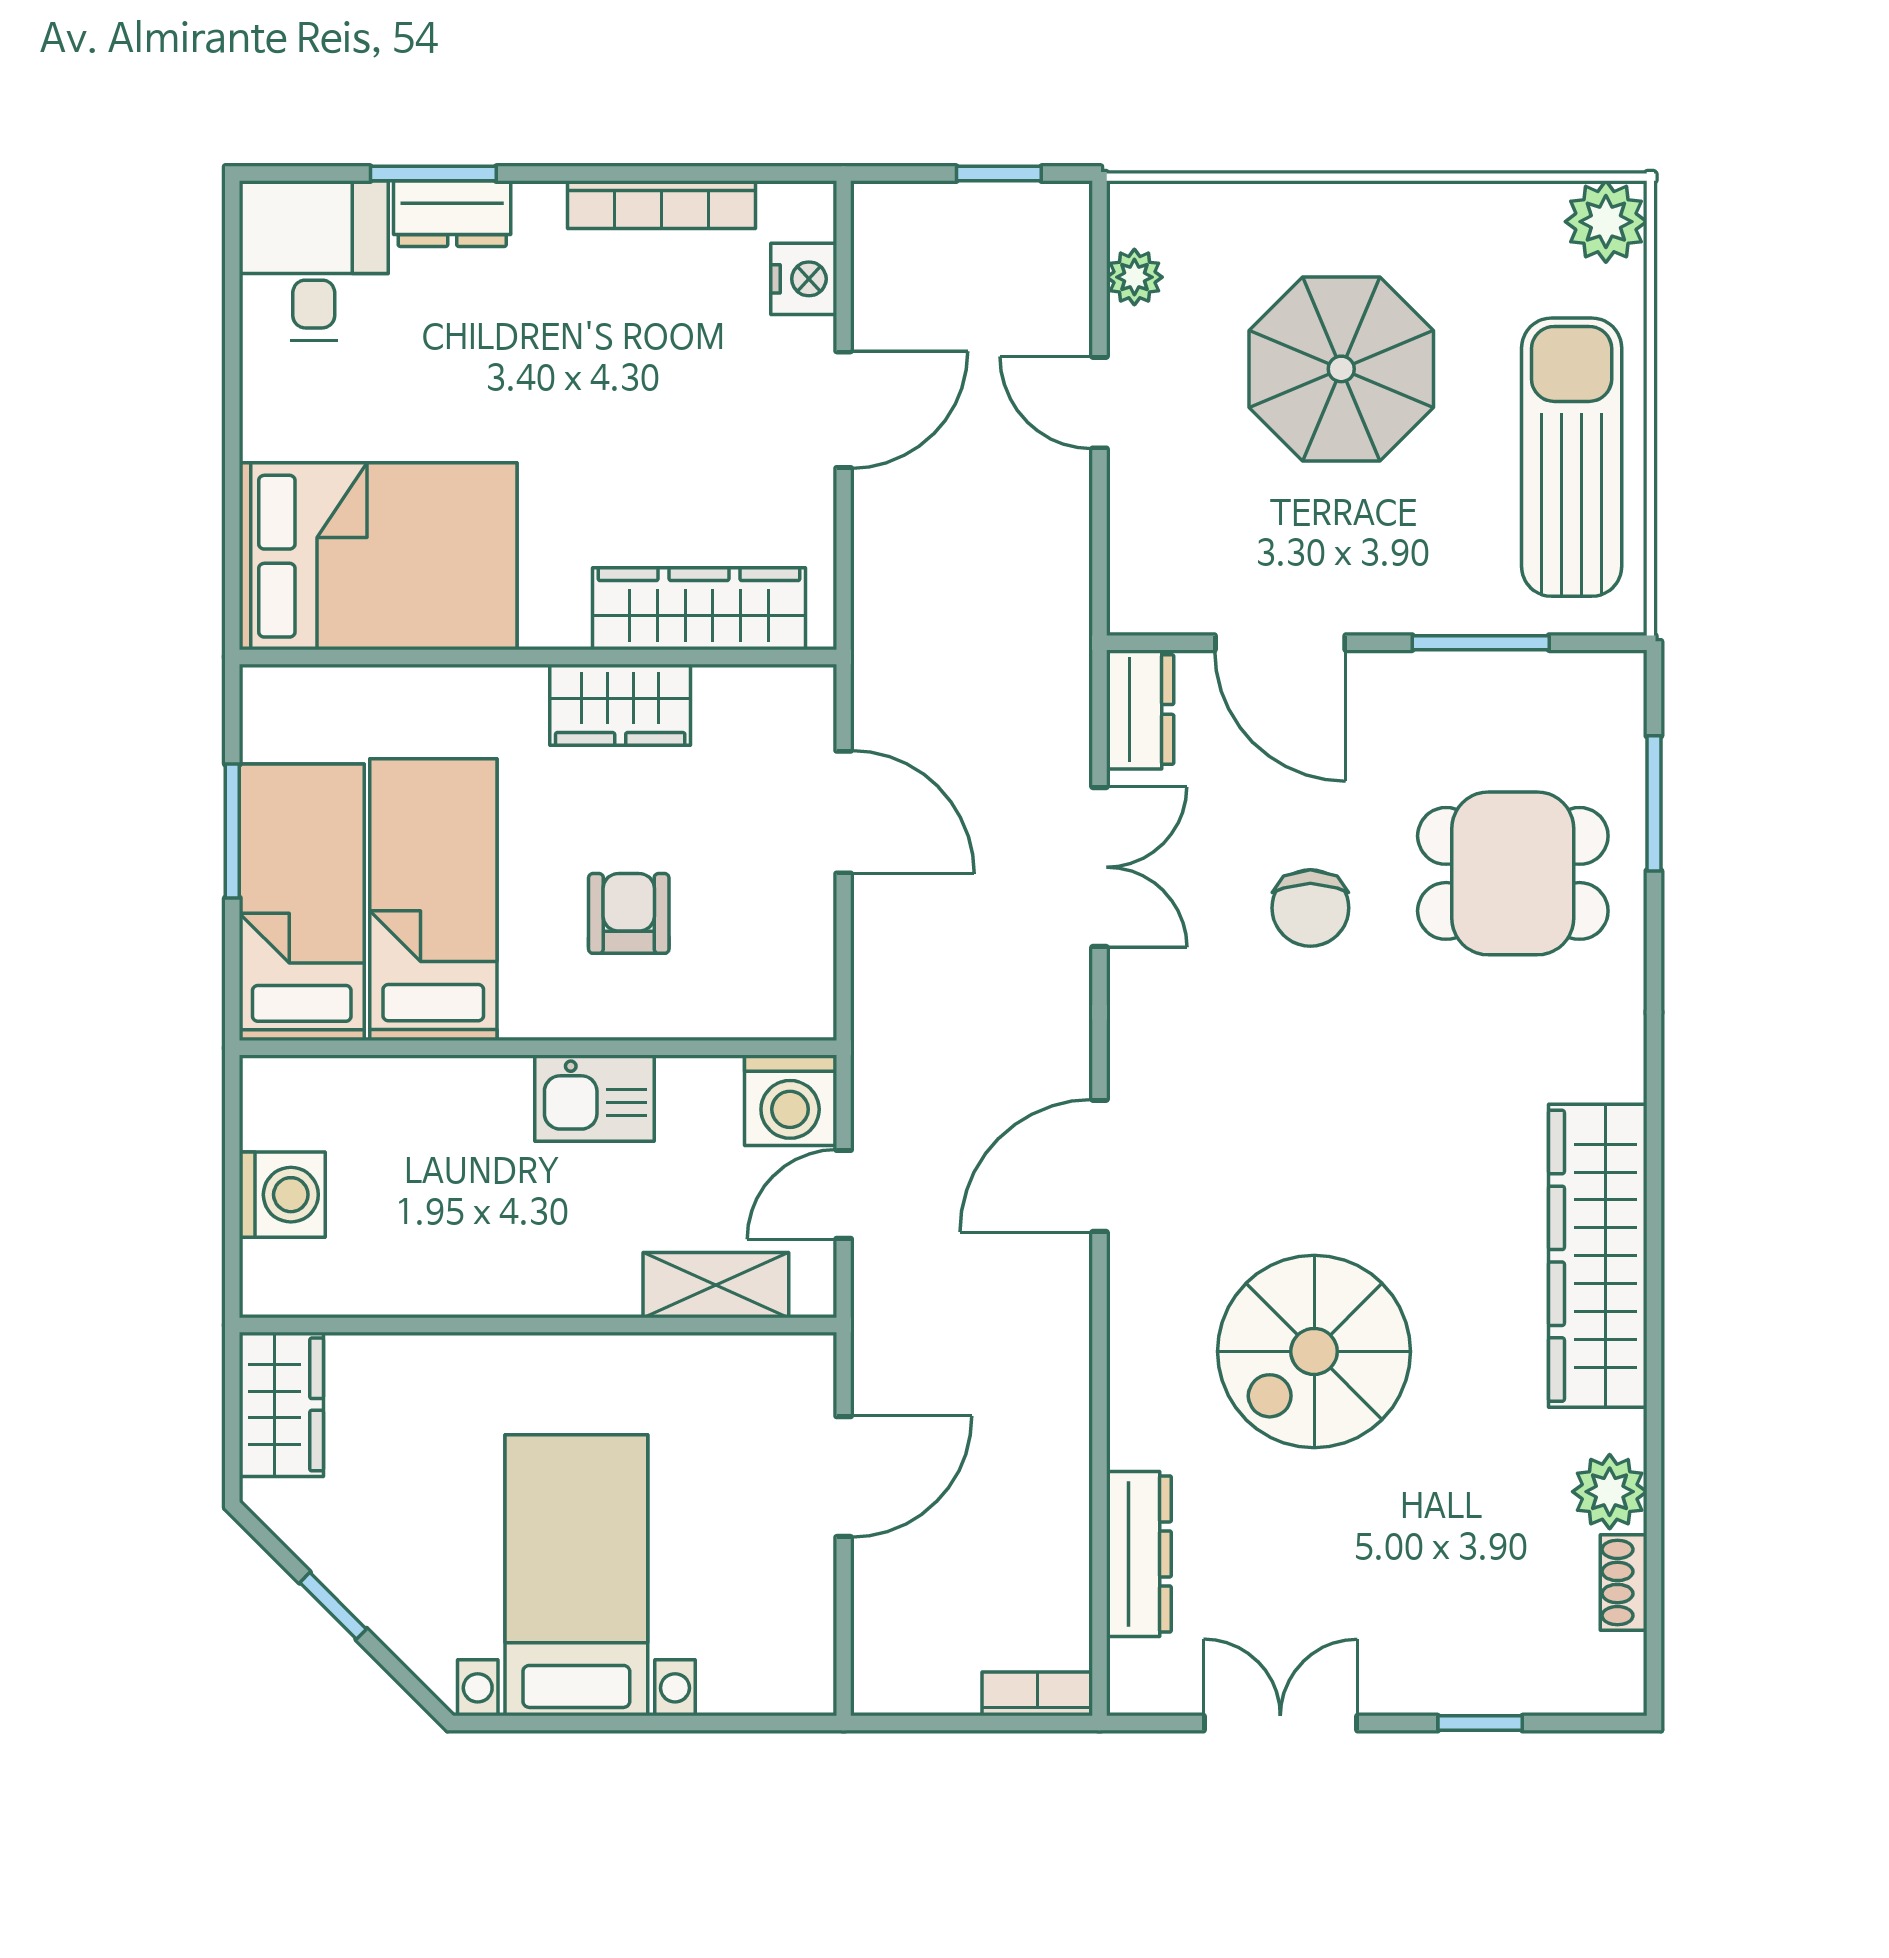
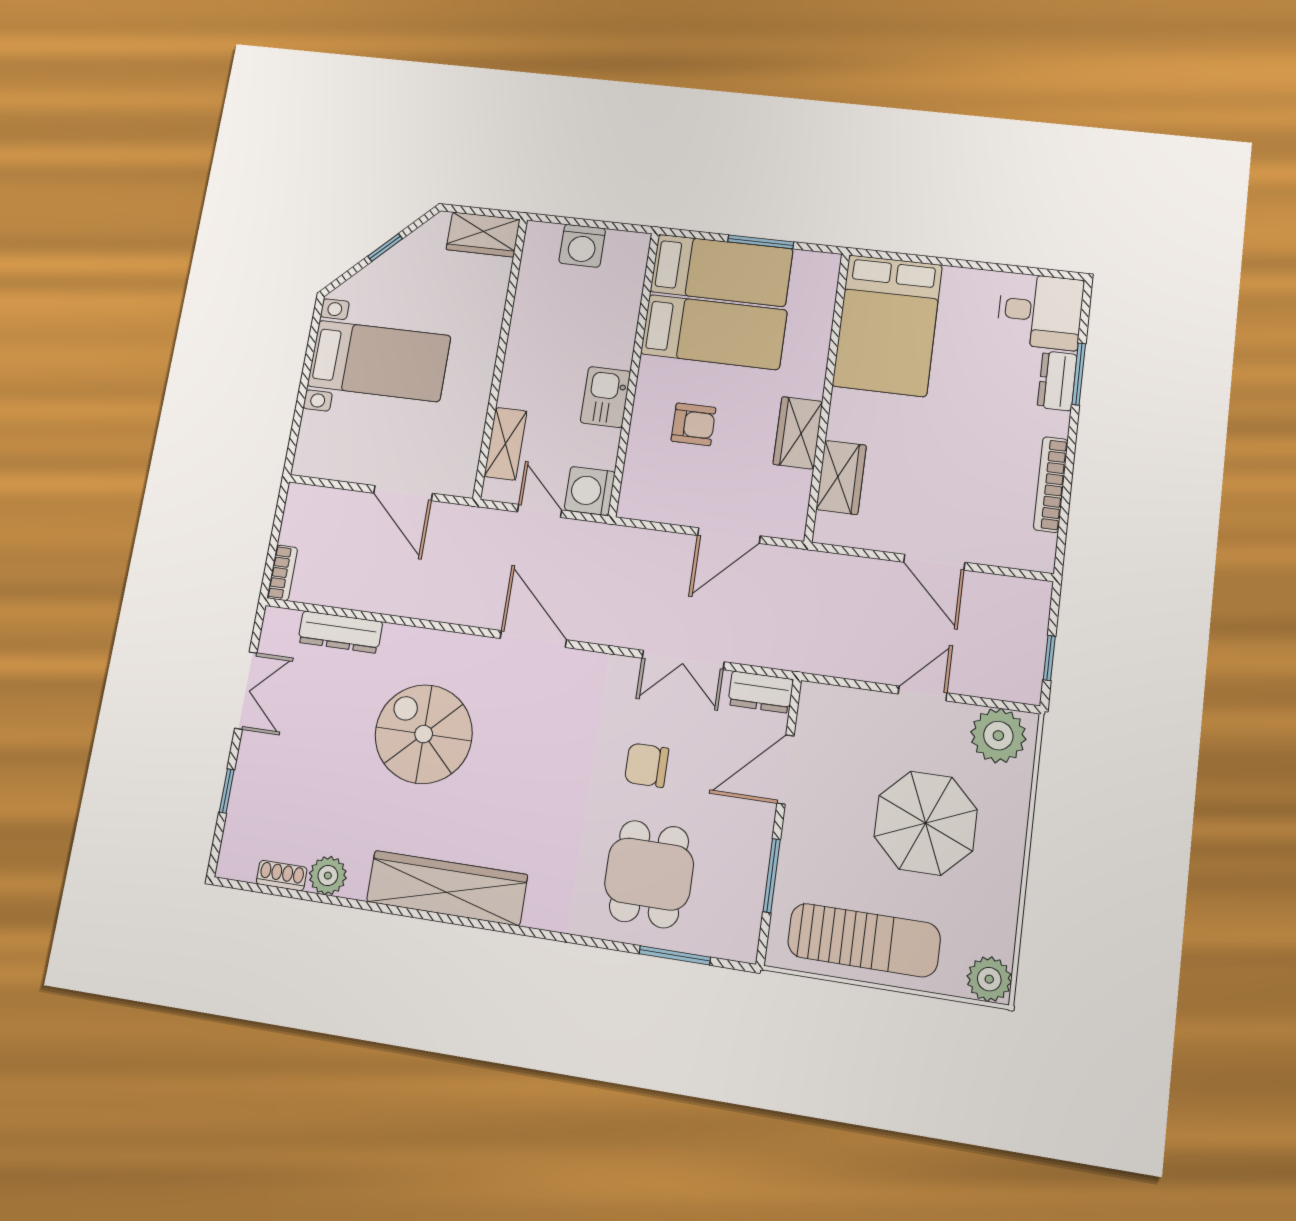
plant: (1134, 277) -> (998, 736), width x1.88, depth x1.88
nightstand: (804, 279) -> (1004, 551), removed
wardrobe: (699, 609) -> (841, 477), width x0.67

